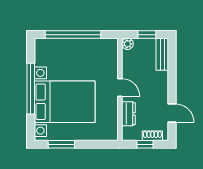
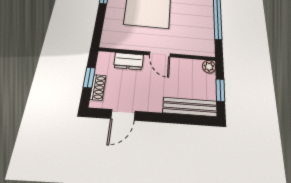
bench: (162, 54) -> (190, 107), width x1.36
door: (120, 87) -> (160, 54), hinge flipped

